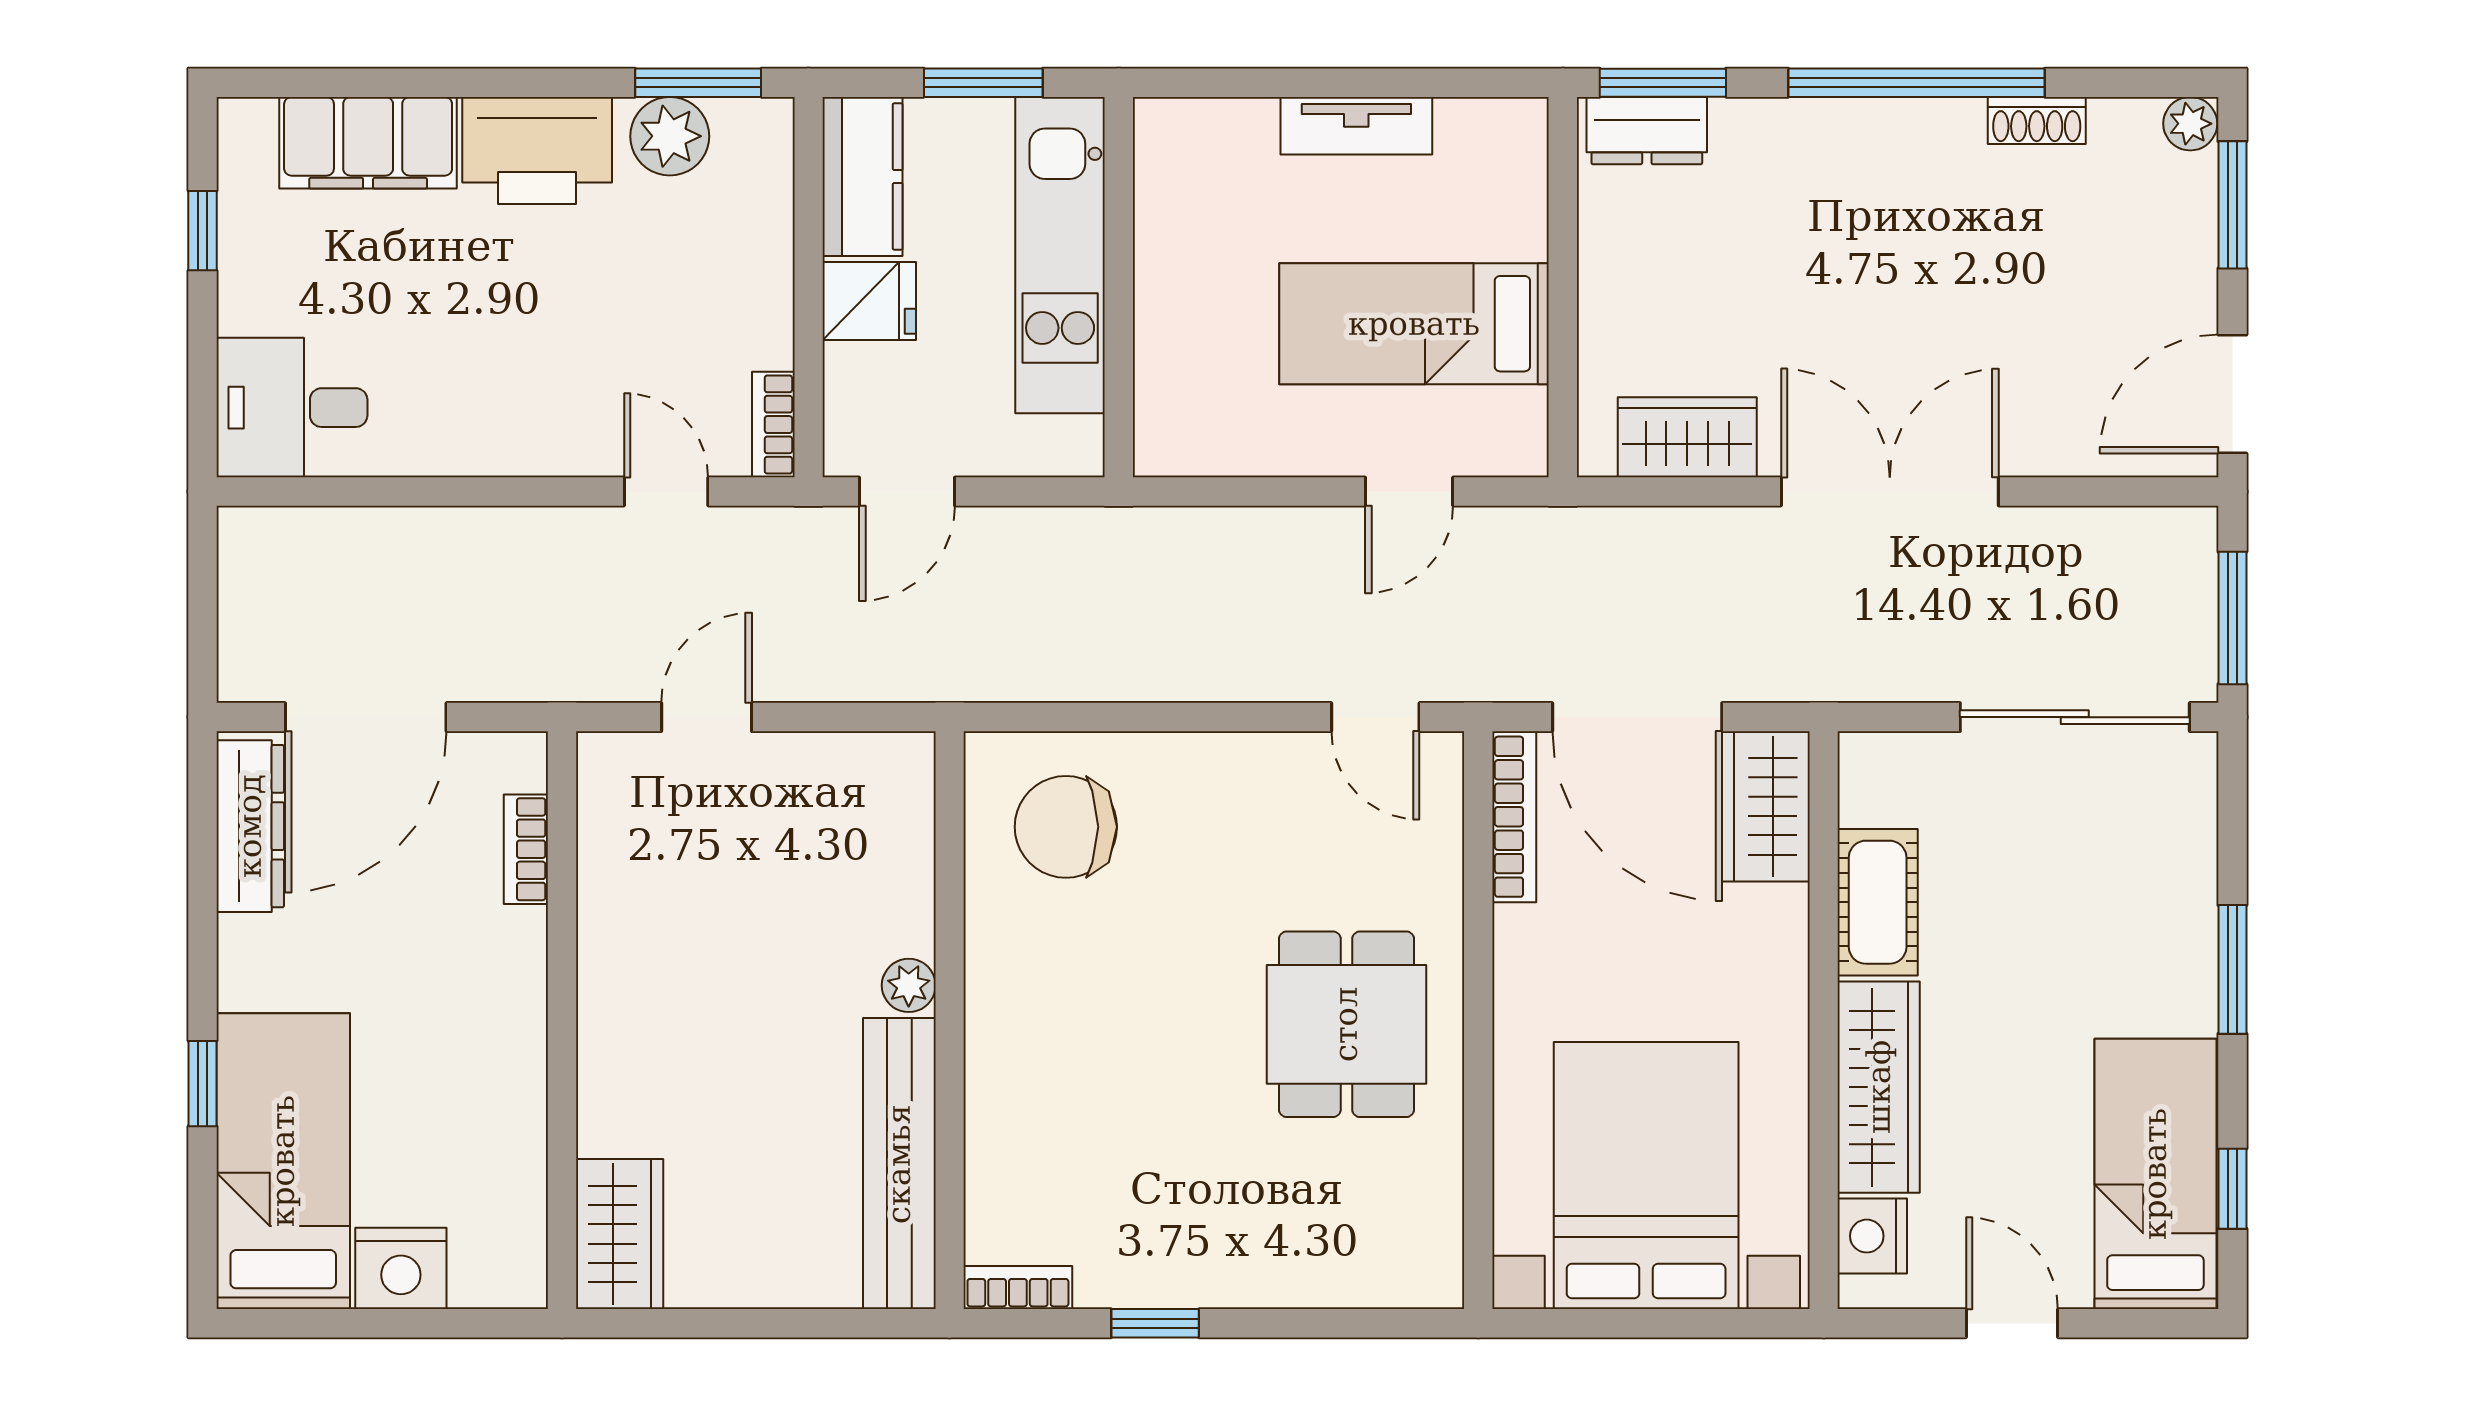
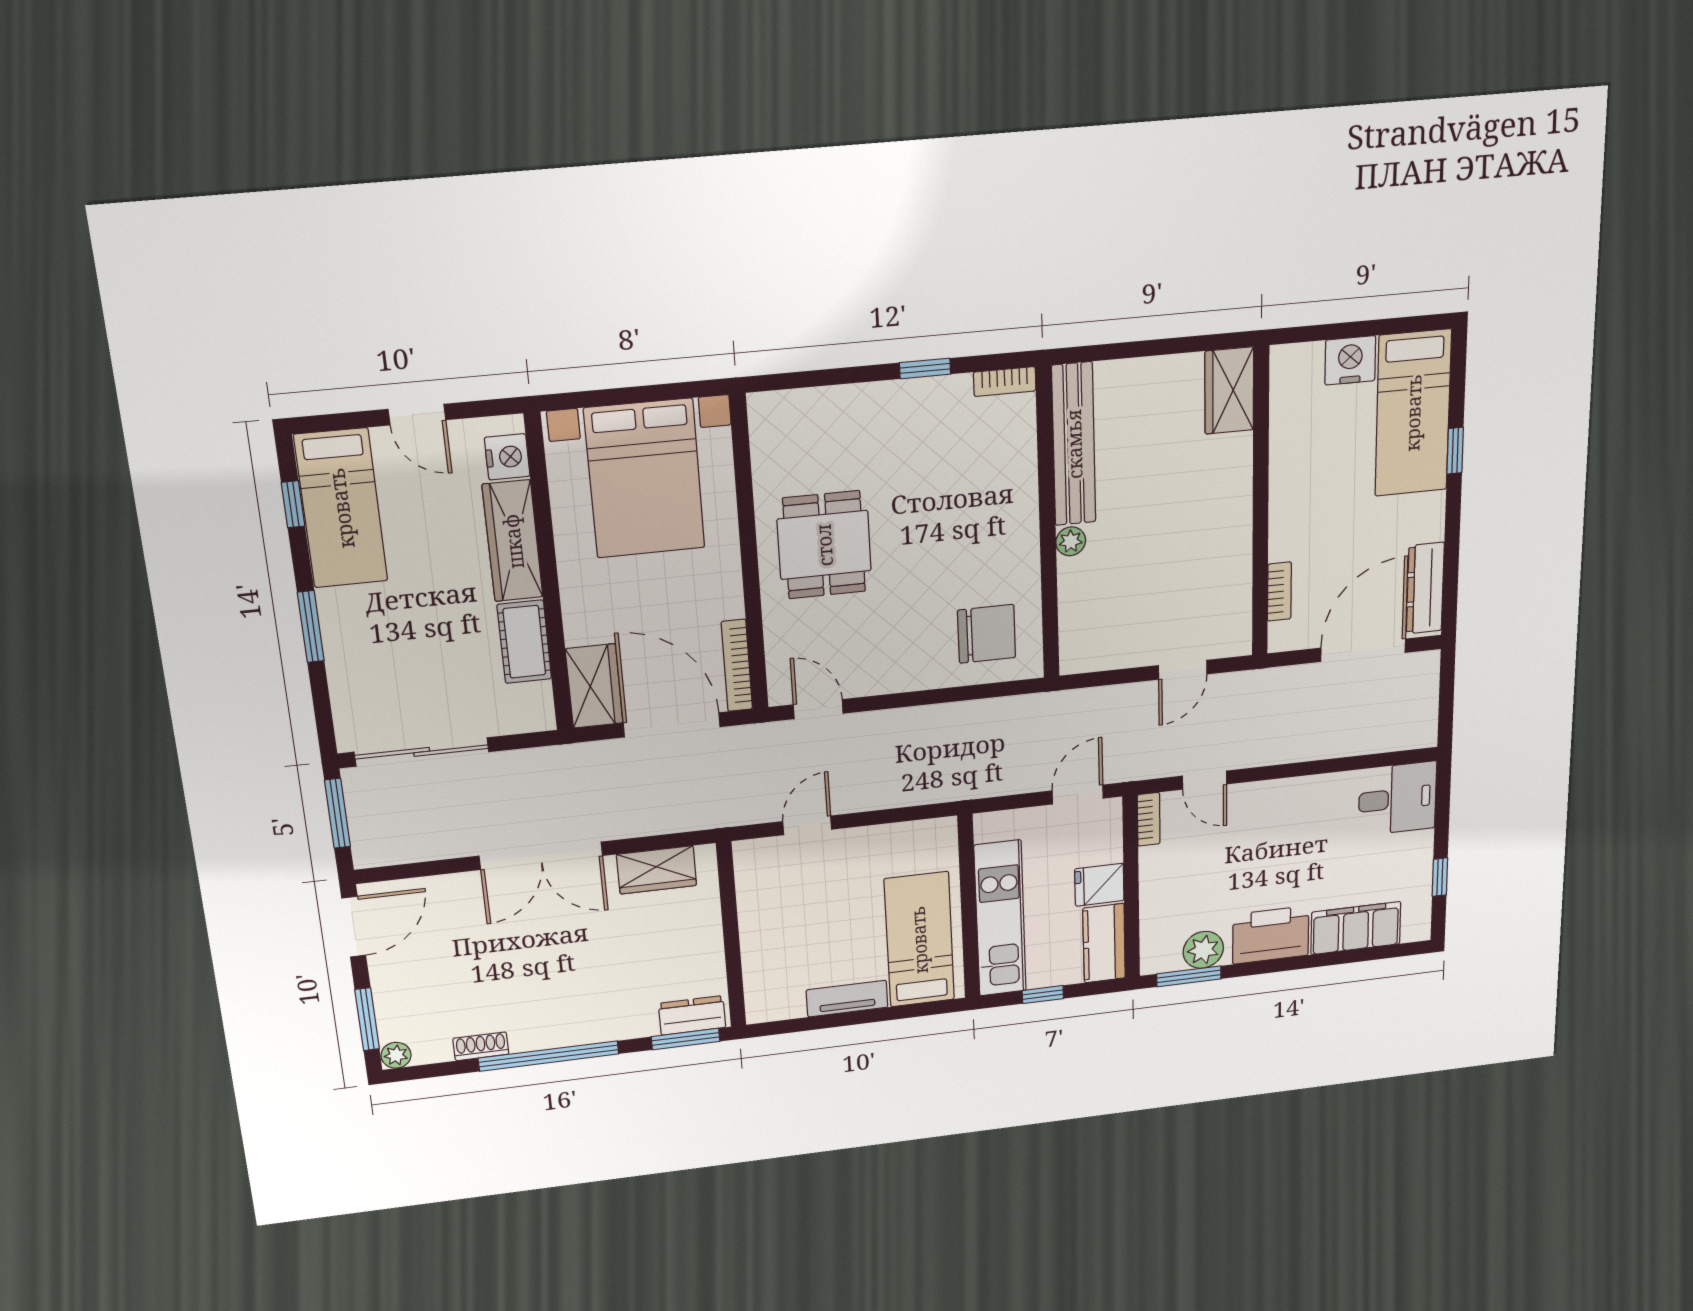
window: (983, 83) -> (1043, 995), width x0.67
bed: (1414, 324) -> (919, 940), moved, turned -90

